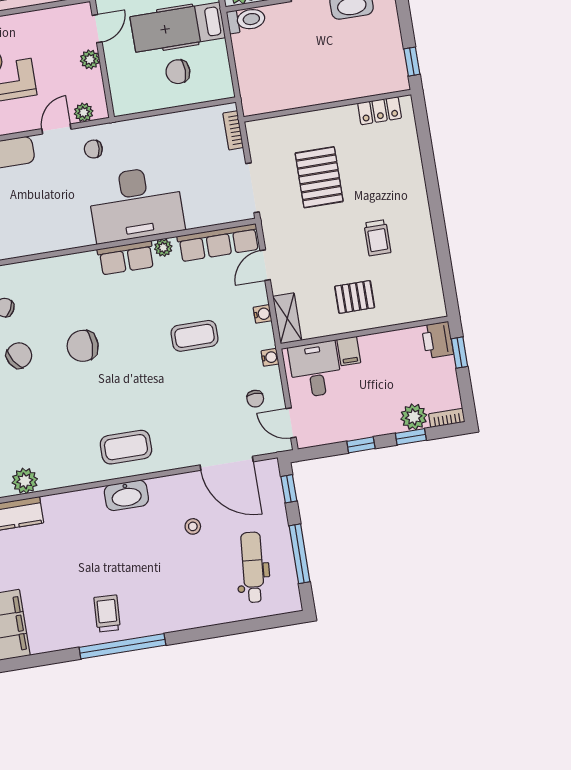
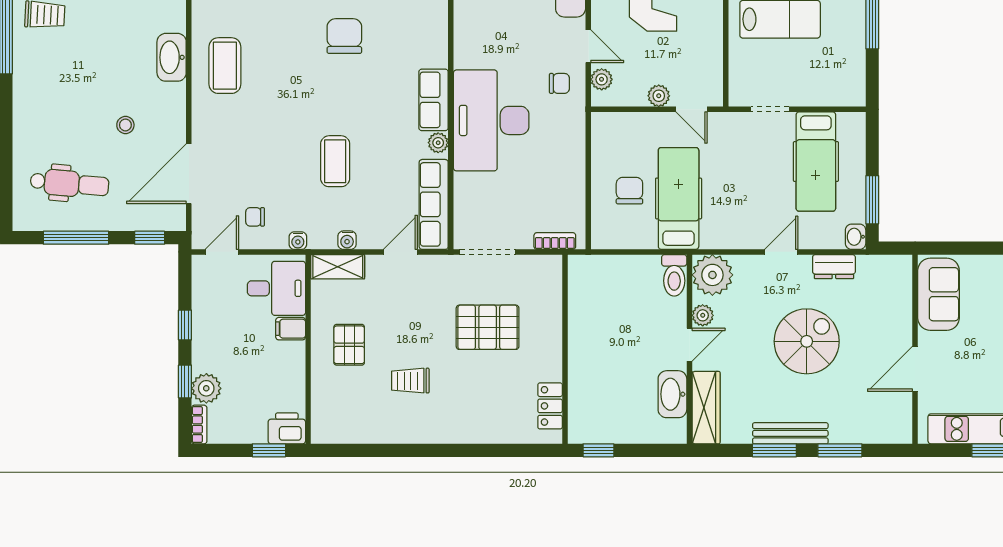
chair: (93, 149) -> (559, 83), turned 84
door: (265, 265) -> (400, 252), hinge flipped

